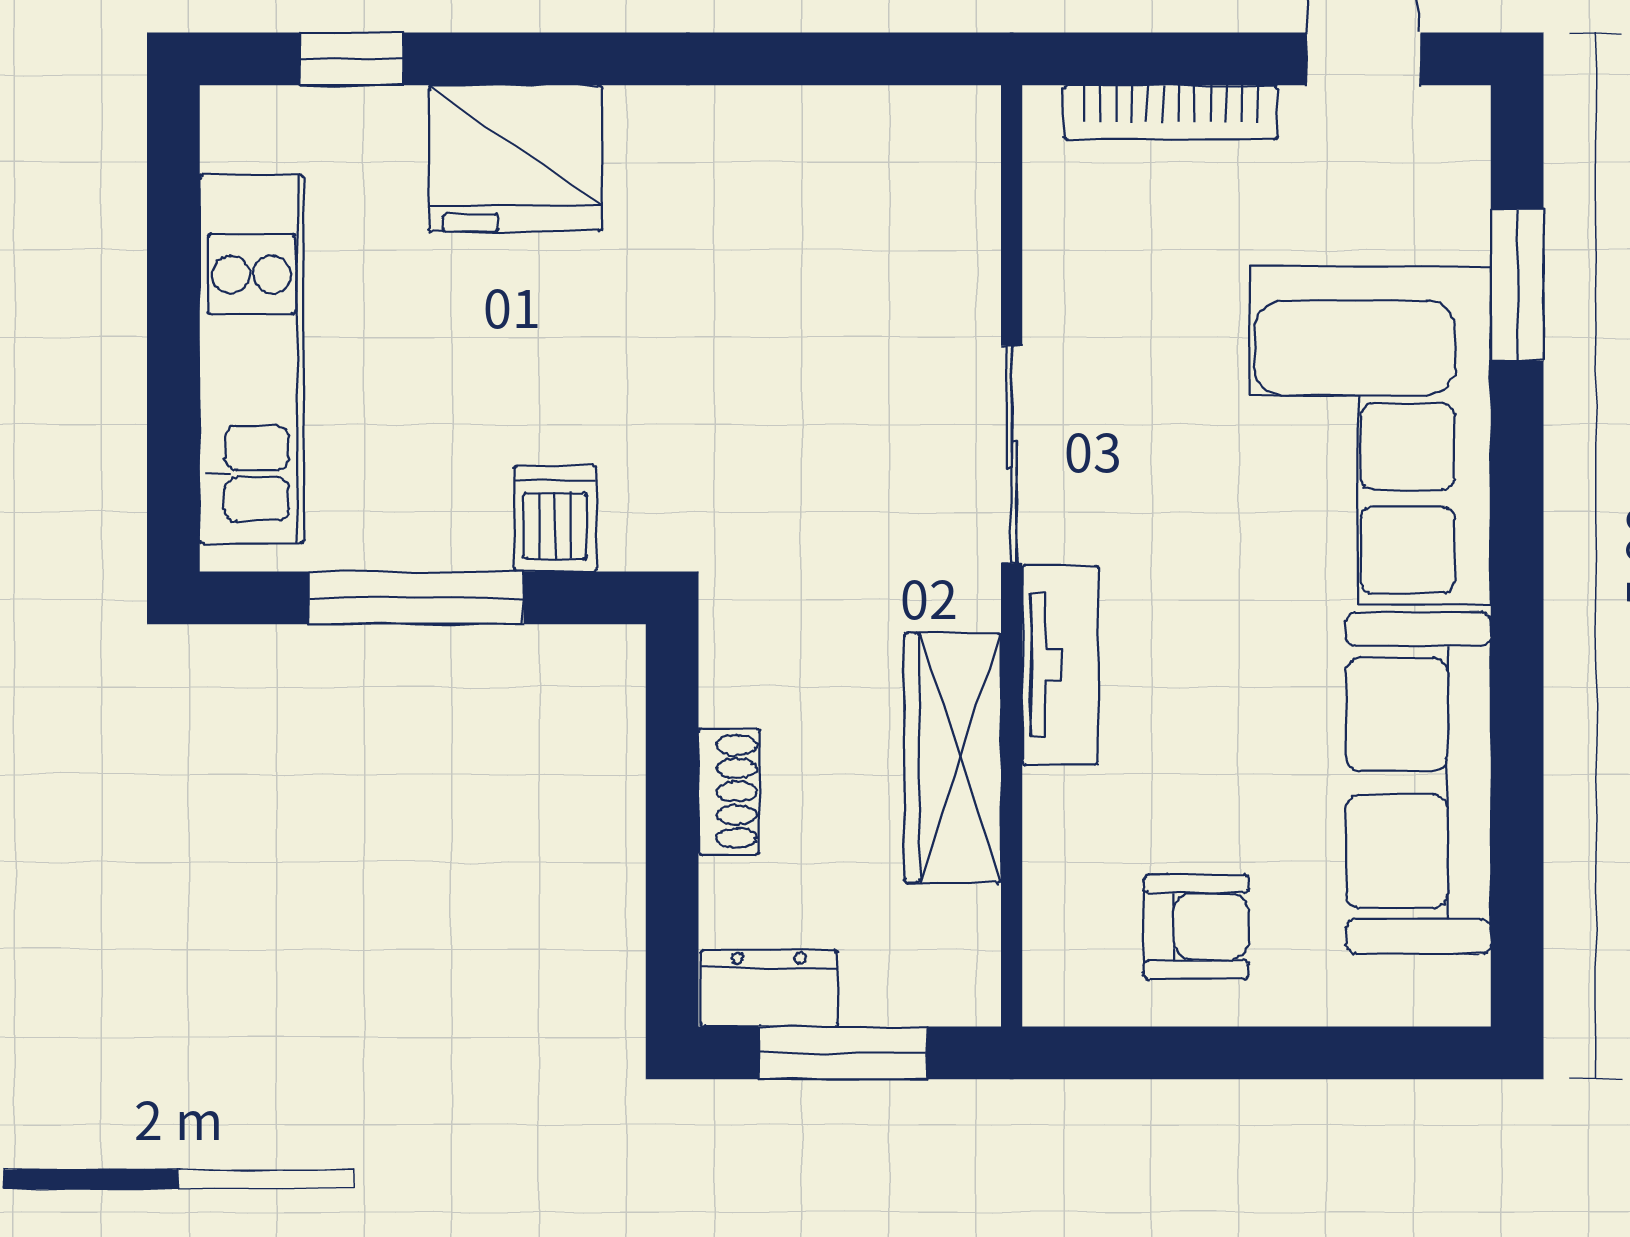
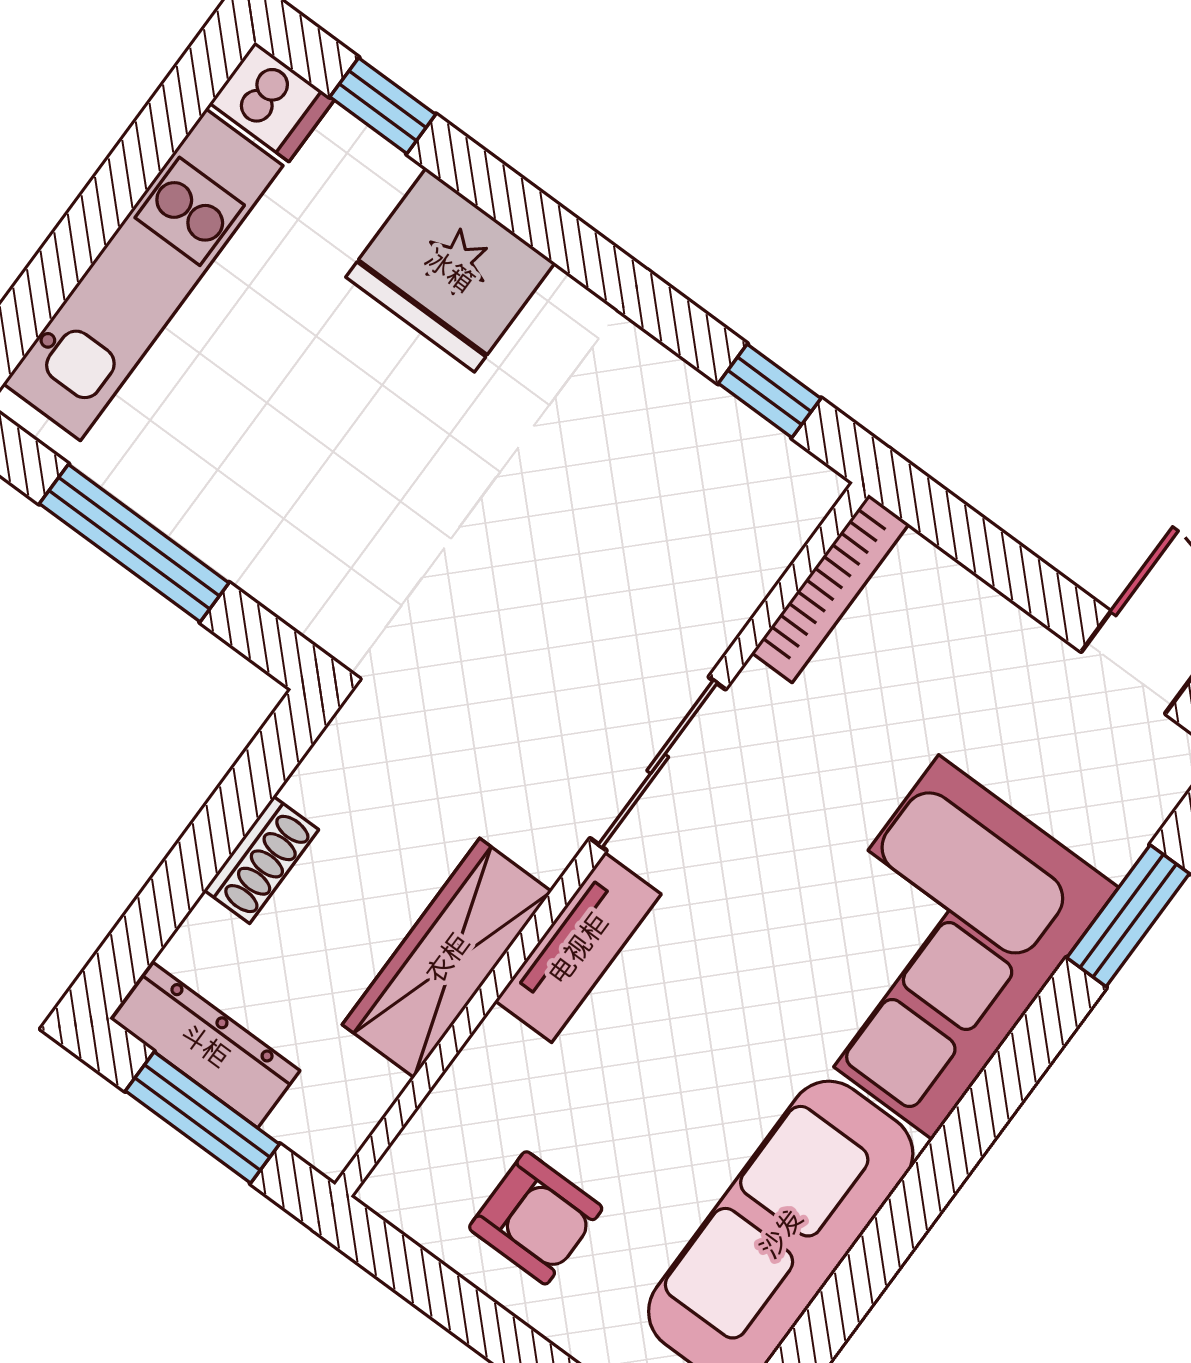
window: (870, 59) -> (770, 391), added
bookcase: (1171, 112) -> (830, 589), moved, turned -90
dishwasher: (555, 519) -> (272, 102), moved, turned 90
dresser: (769, 988) -> (205, 1045), width x1.44

